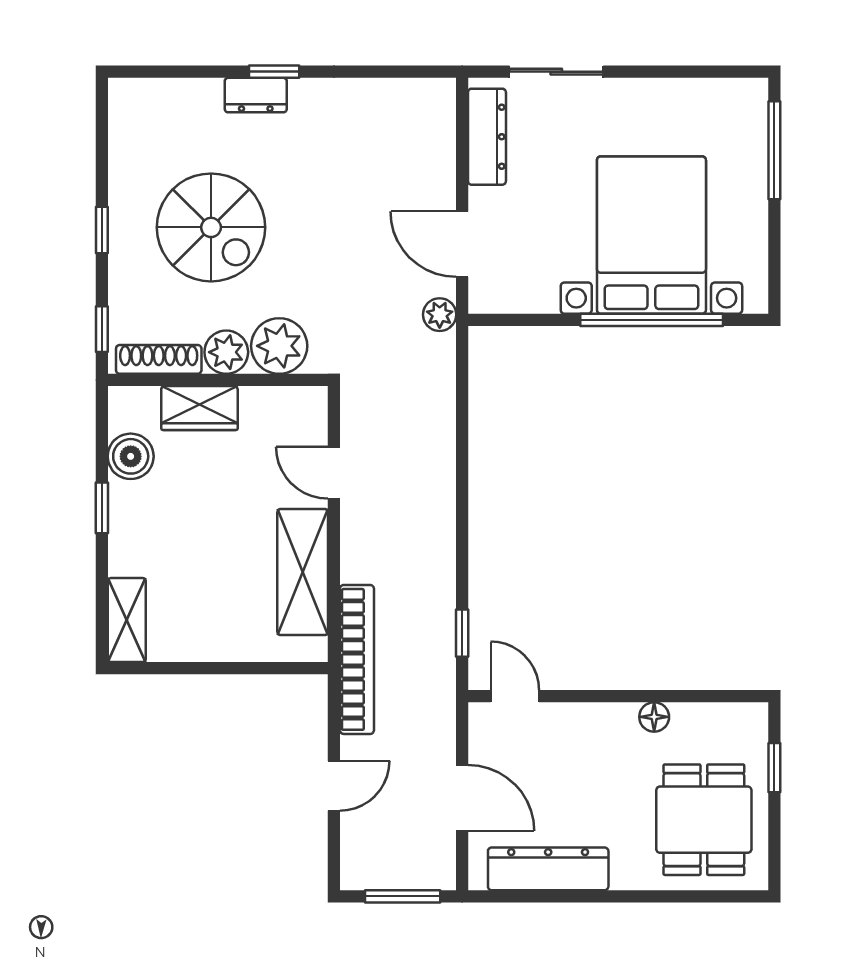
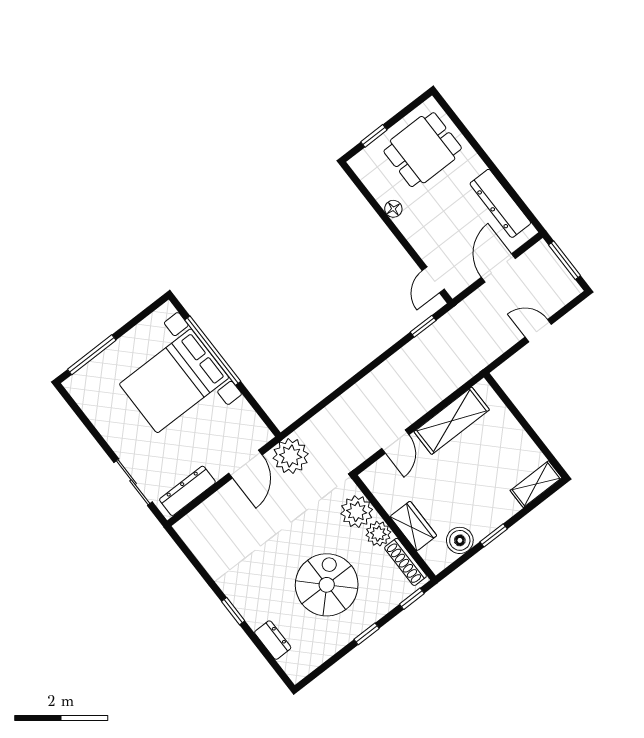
dresser: (256, 95) -> (273, 640), moved
plant: (440, 315) -> (291, 456), width x1.87, depth x1.87
bookcase: (357, 659) -> (472, 365), removed

